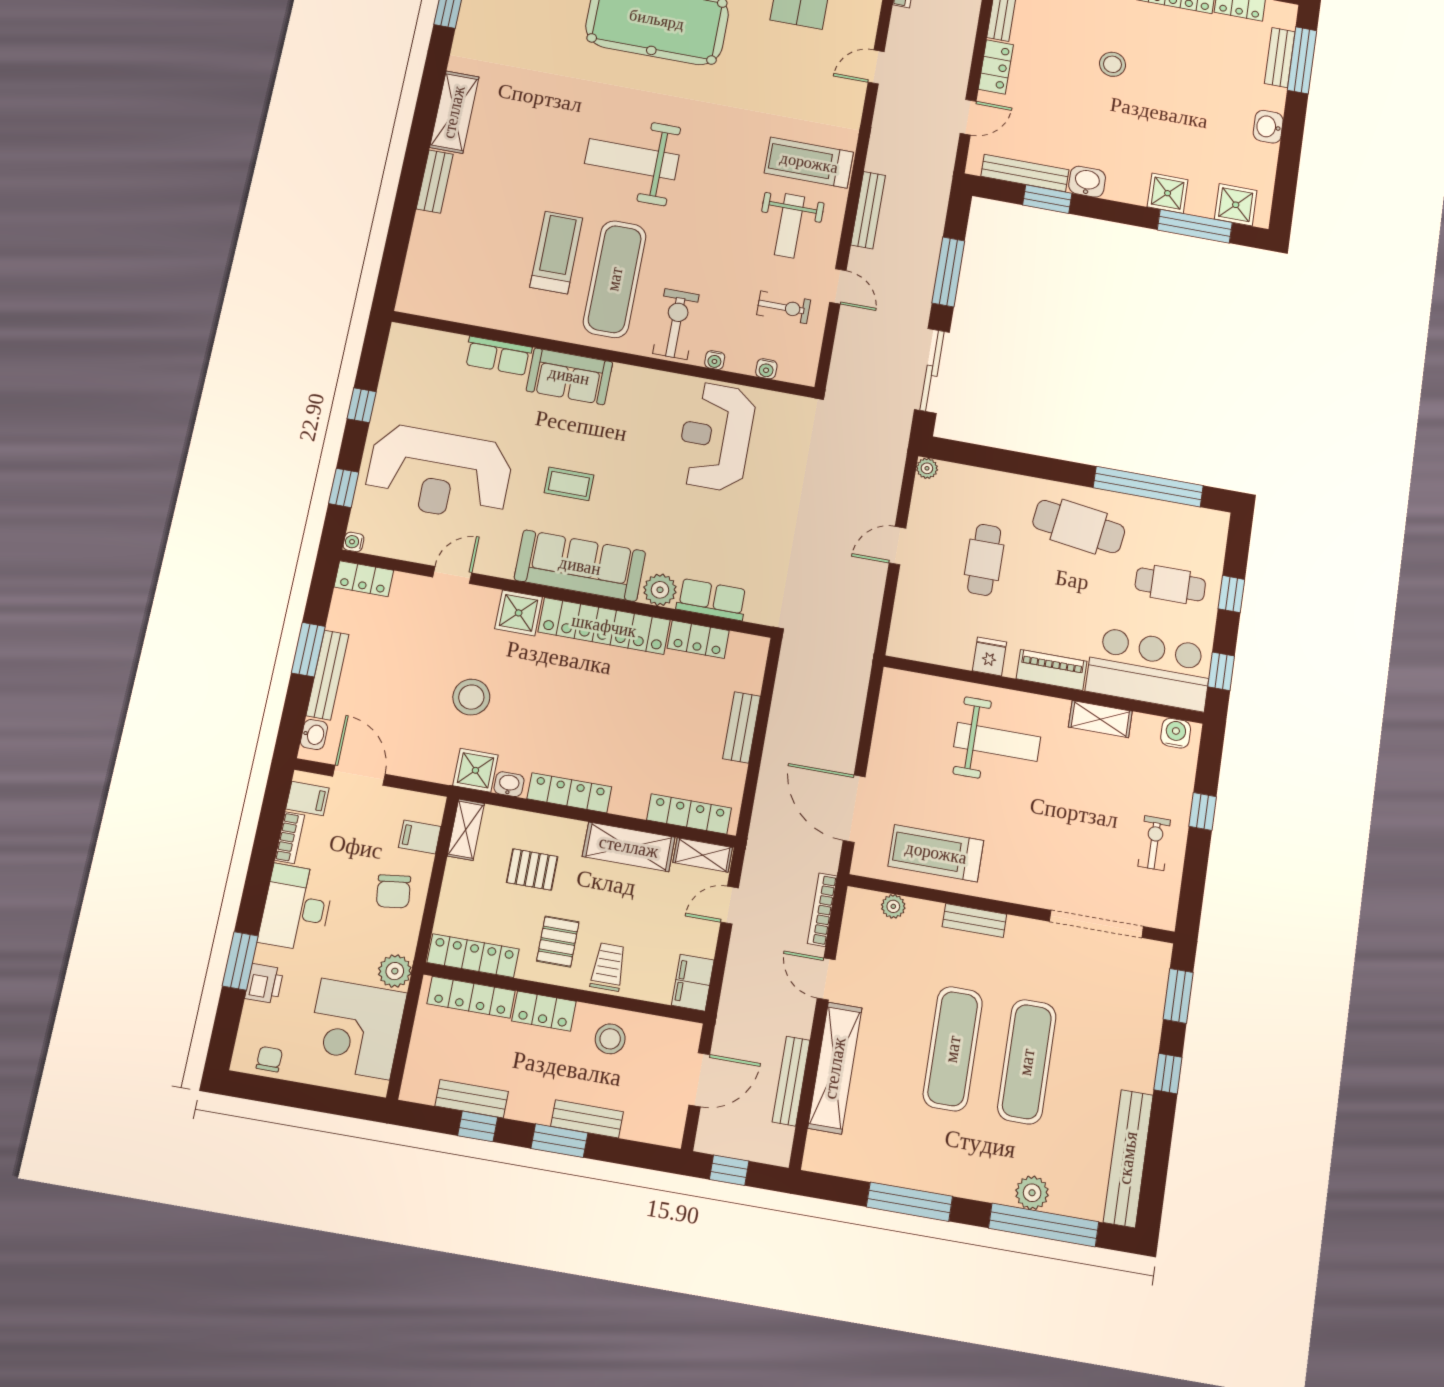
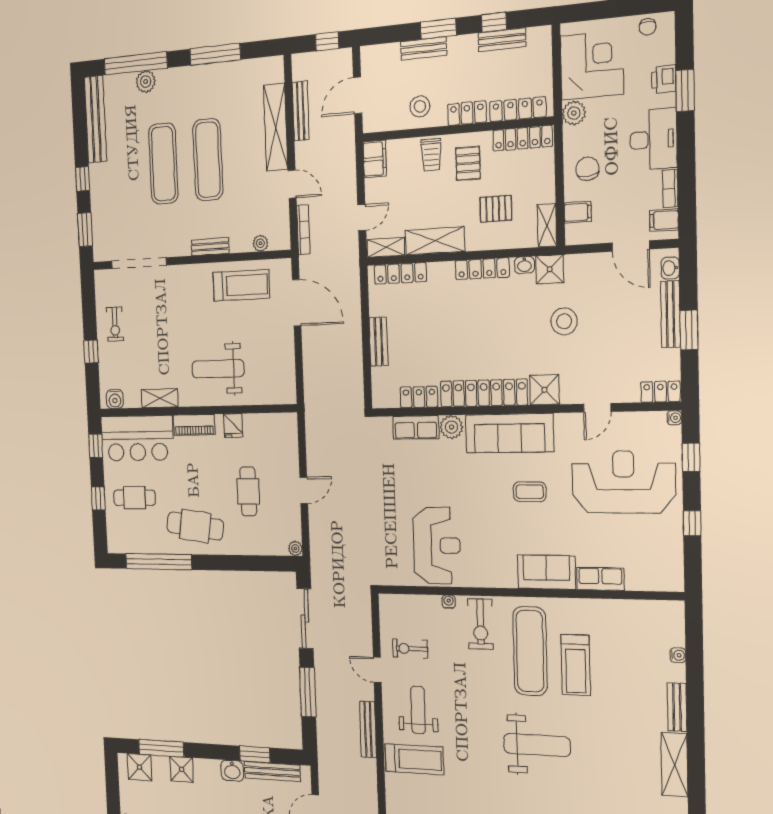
water cooler: (766, 369) -> (678, 655), moved, turned 90

